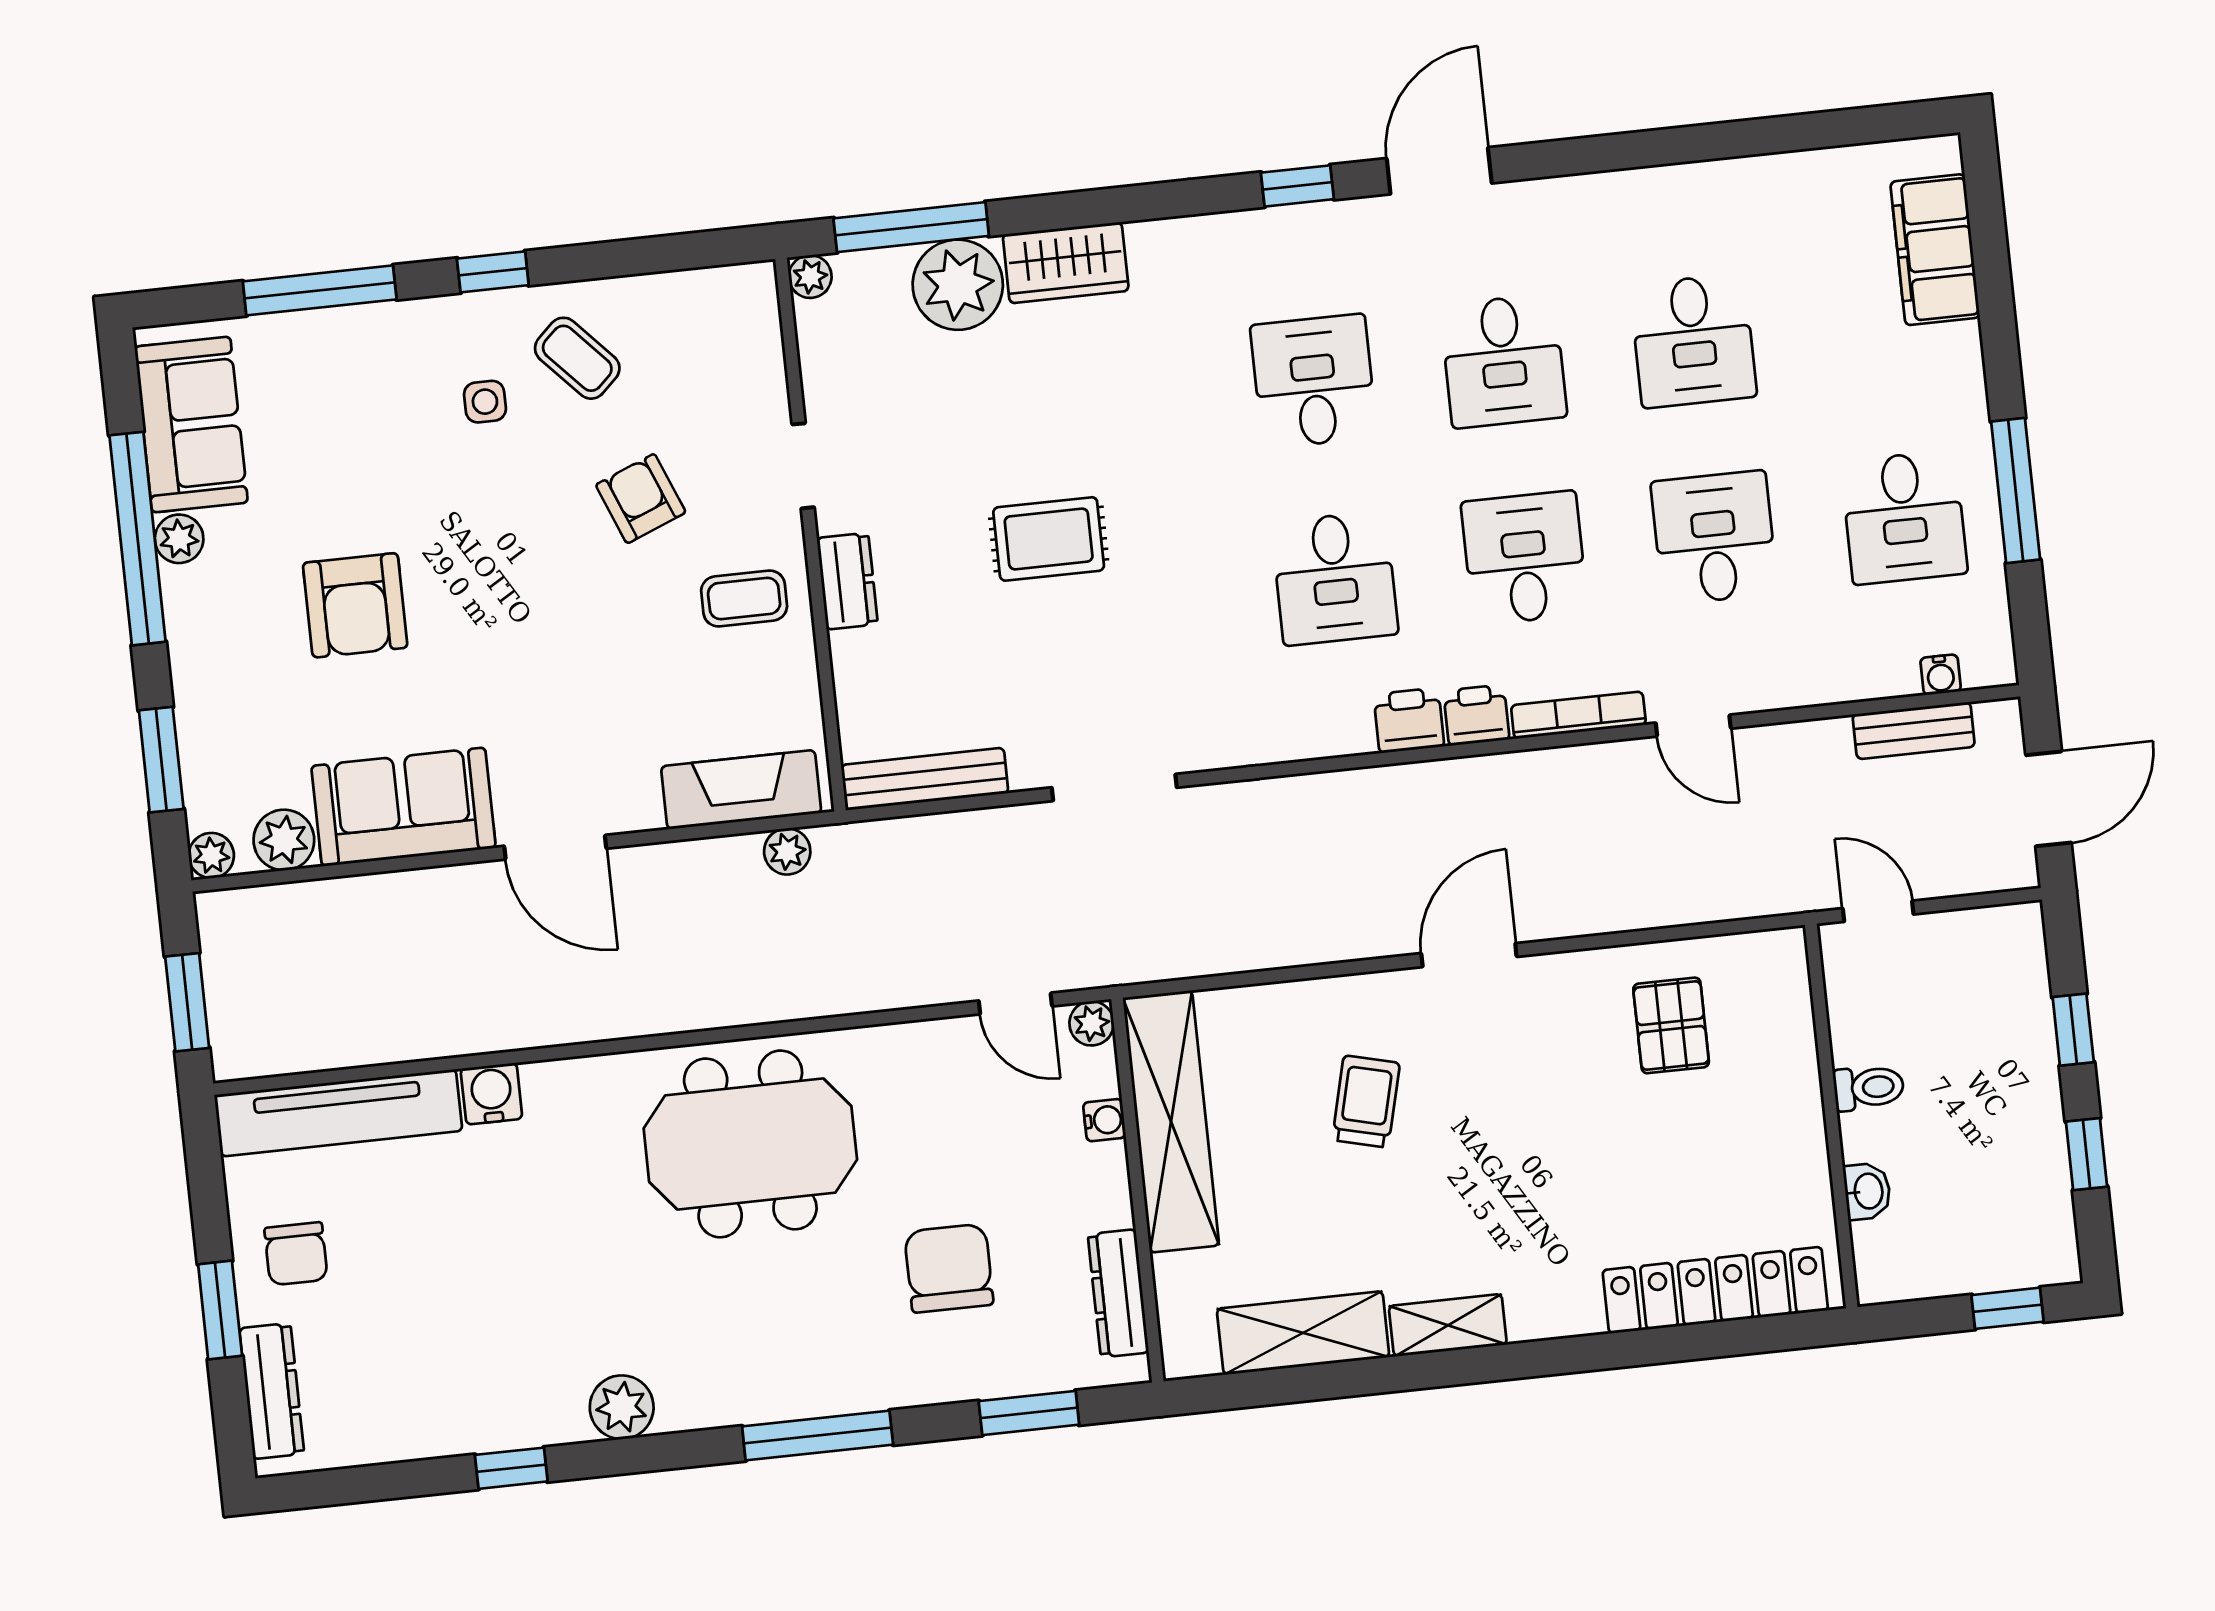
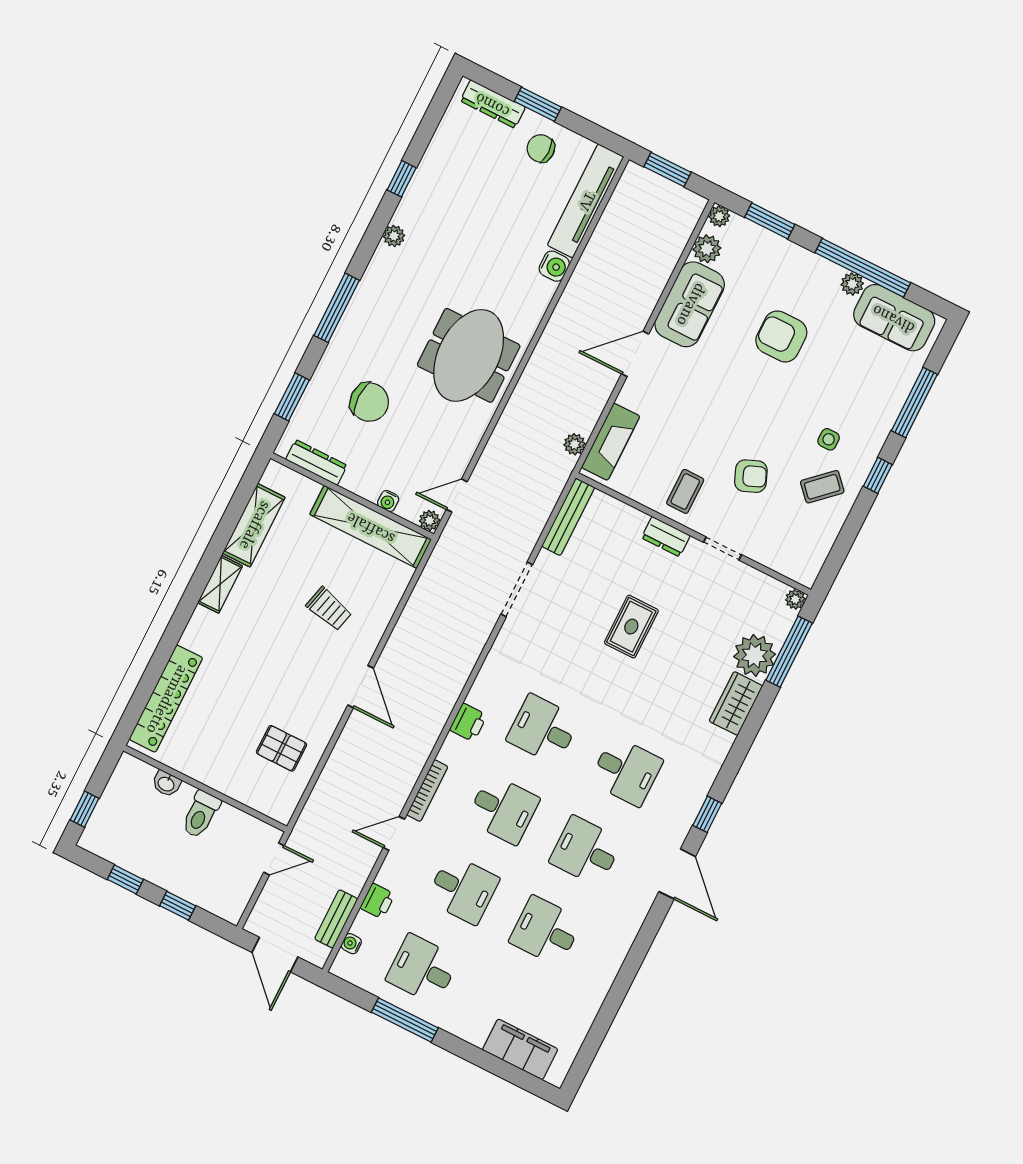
printer: (1476, 715) -> (377, 901), moved
toilet: (1869, 1088) -> (201, 814), width x1.37, depth x1.39
plant: (622, 1407) -> (394, 236), width x0.73, depth x0.73

